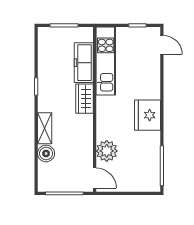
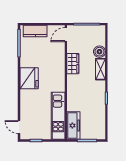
freezer: (84, 63) -> (73, 126), moved
wardrobe: (84, 99) -> (73, 64), moved
plant: (107, 151) -> (57, 53), removed
door: (95, 178) -> (66, 35), hinge flipped
kitchen counter: (139, 183) -> (35, 31), added

